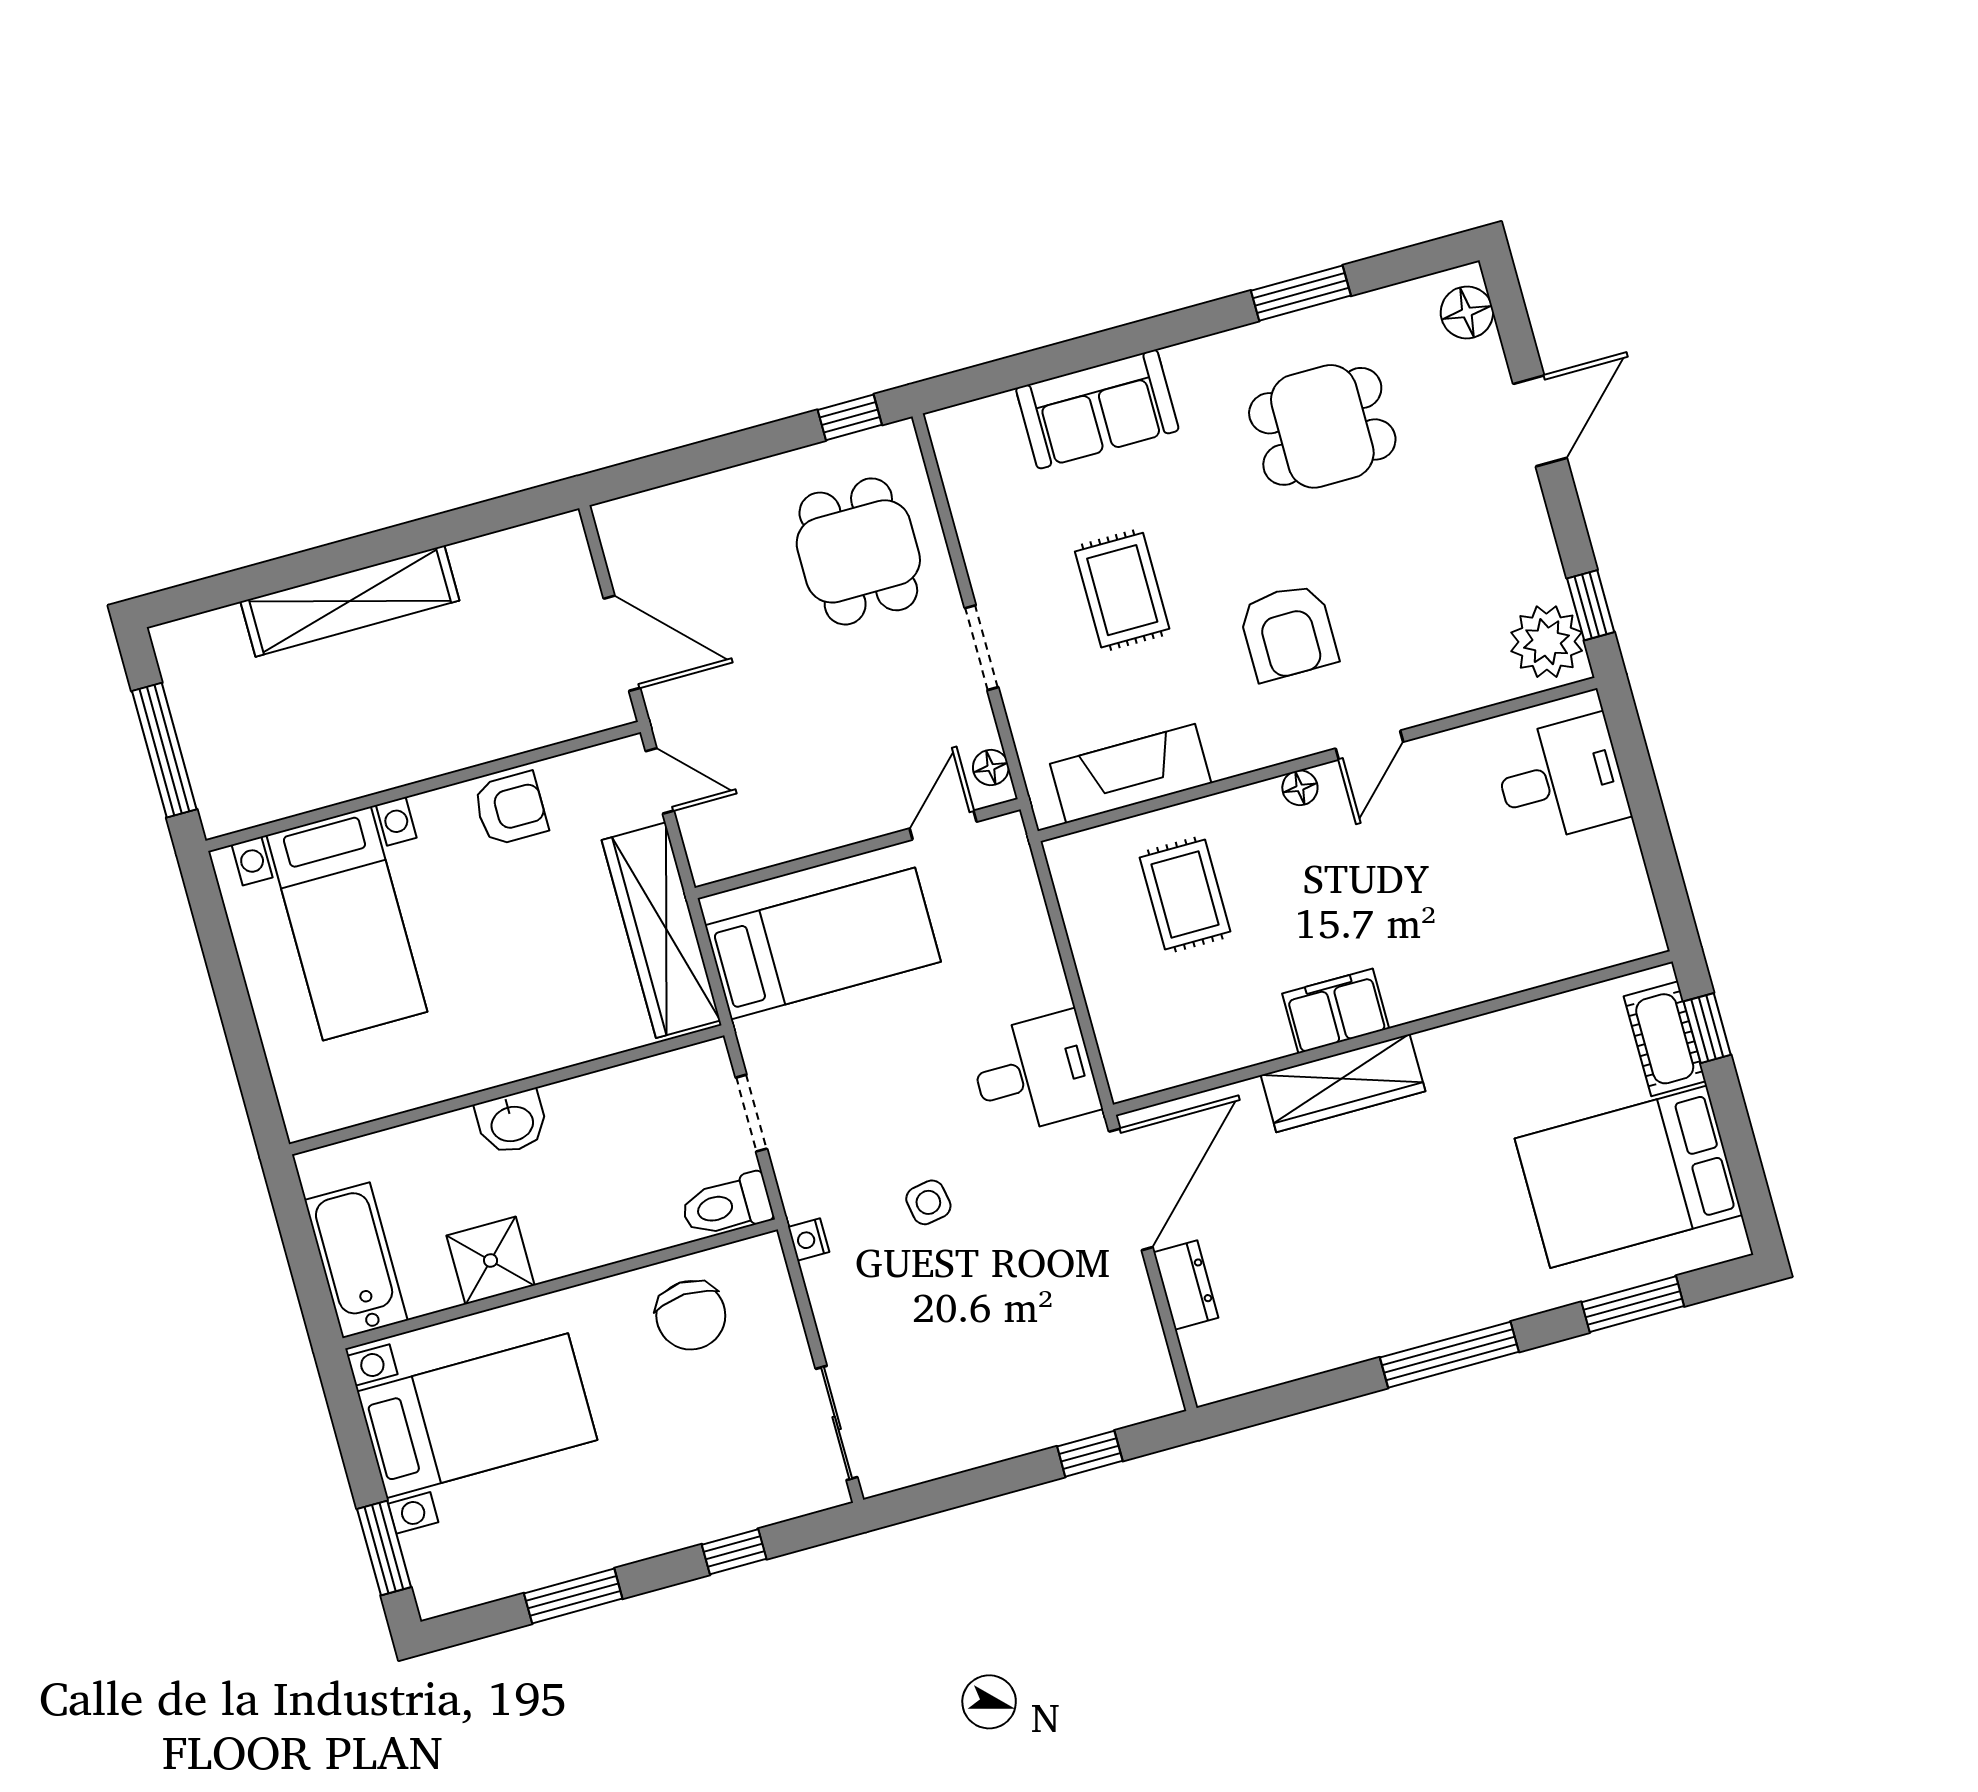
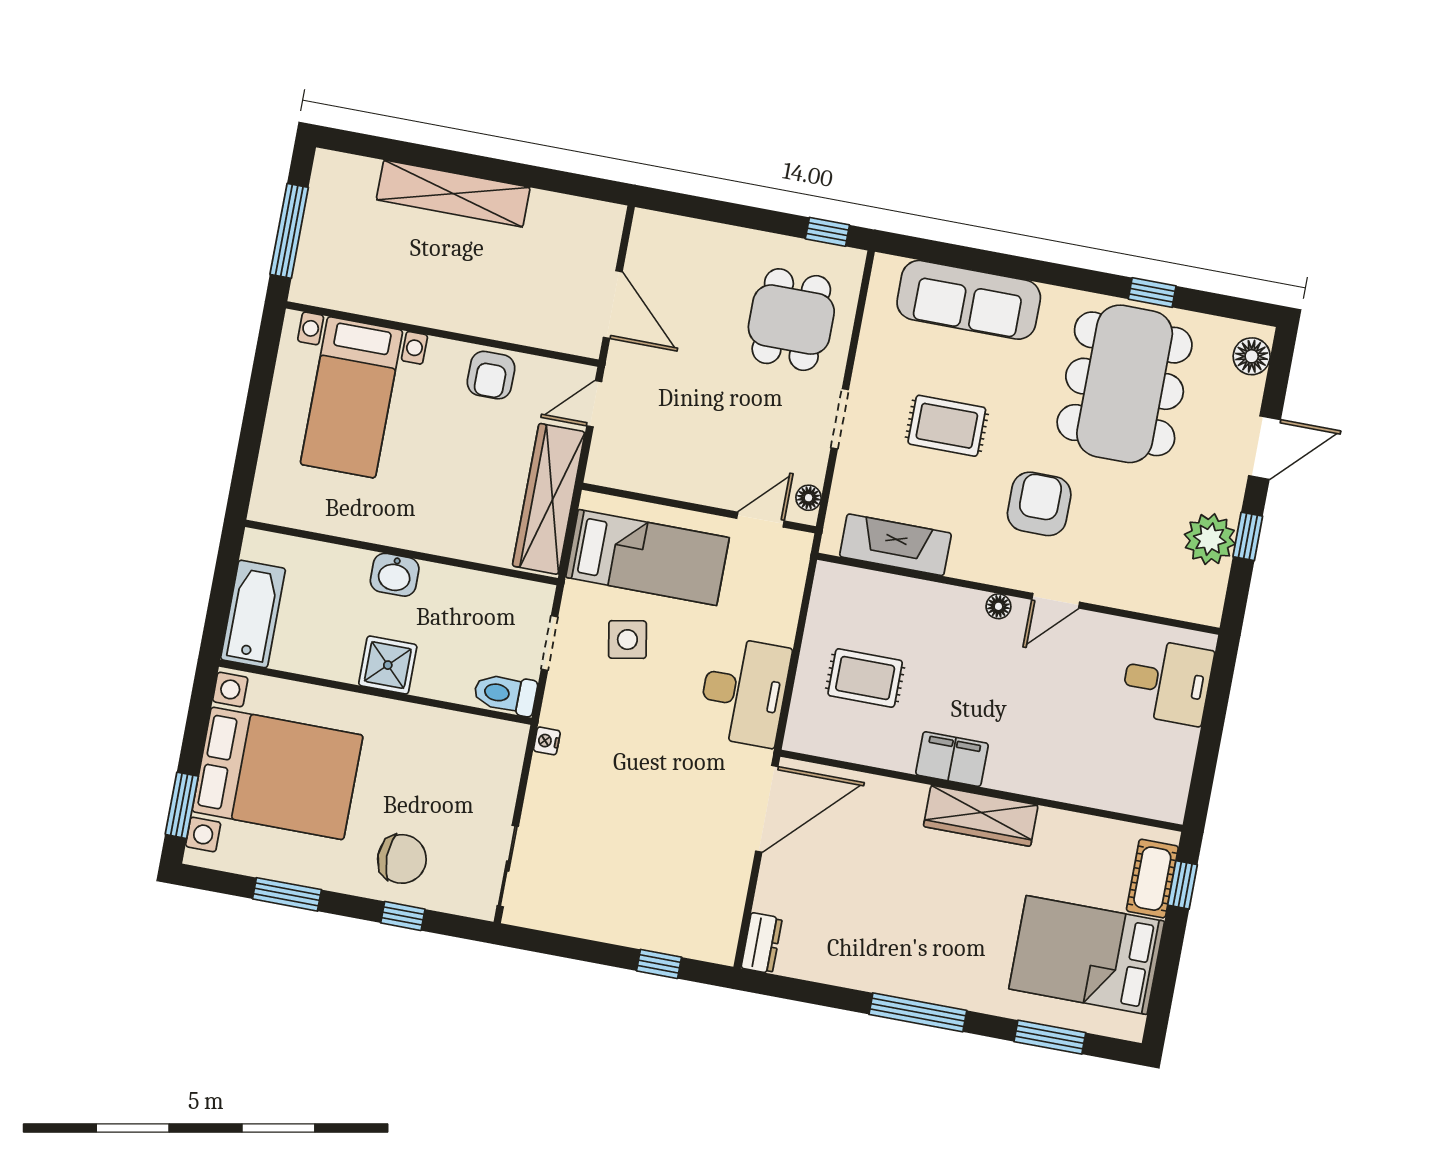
window: (1301, 293) -> (1152, 293), width x0.67
sofa: (1097, 409) -> (969, 300), width x1.36
dining table: (1322, 426) -> (1125, 384), width x1.88, depth x1.24
rug: (1122, 590) -> (947, 426), turned 90
window: (1591, 605) -> (1248, 536), moved
armchair: (1288, 632) -> (1039, 504), turned 180
plant: (1547, 642) -> (1210, 539), moved
door: (660, 781) -> (594, 404), swing flipped
armchair: (511, 809) -> (491, 375), turned 90
rug: (1185, 895) -> (865, 678), moved, turned 90
desk: (1034, 1073) -> (744, 692), width x1.37
wardrobe: (1343, 1083) -> (981, 816), moved
side table: (928, 1202) -> (627, 640), moved, width x1.37, depth x1.37
shower: (491, 1261) -> (388, 665), moved
dresser: (1186, 1285) -> (762, 943), moved
chair: (691, 1315) -> (402, 859), moved, turned -87
bed with nightstands: (477, 1416) -> (277, 773), width x1.36

